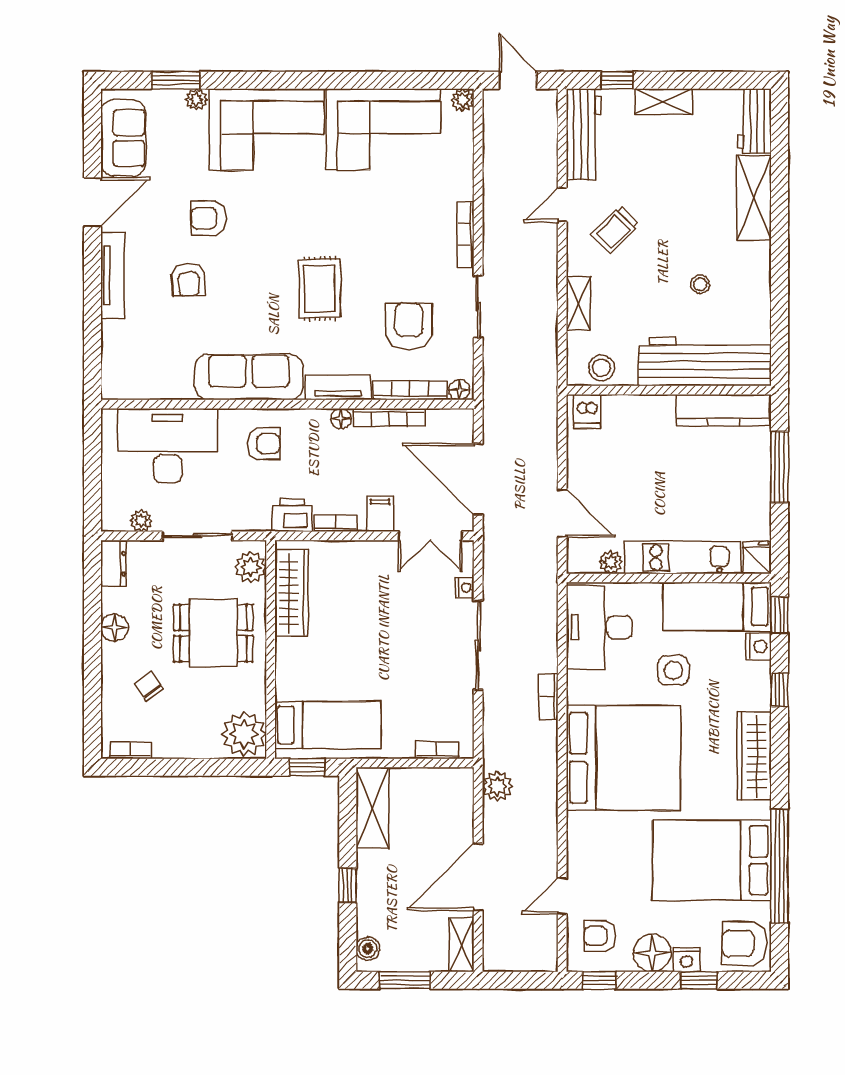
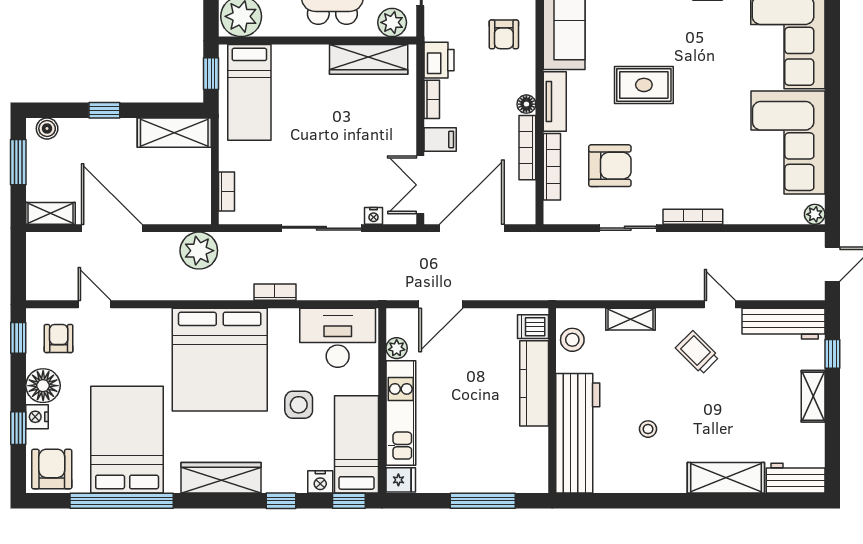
floor lamp: (459, 390) -> (552, 211), removed
kitchen counter: (724, 410) -> (534, 383), moved
plant: (497, 786) -> (199, 251), width x1.36, depth x1.36

